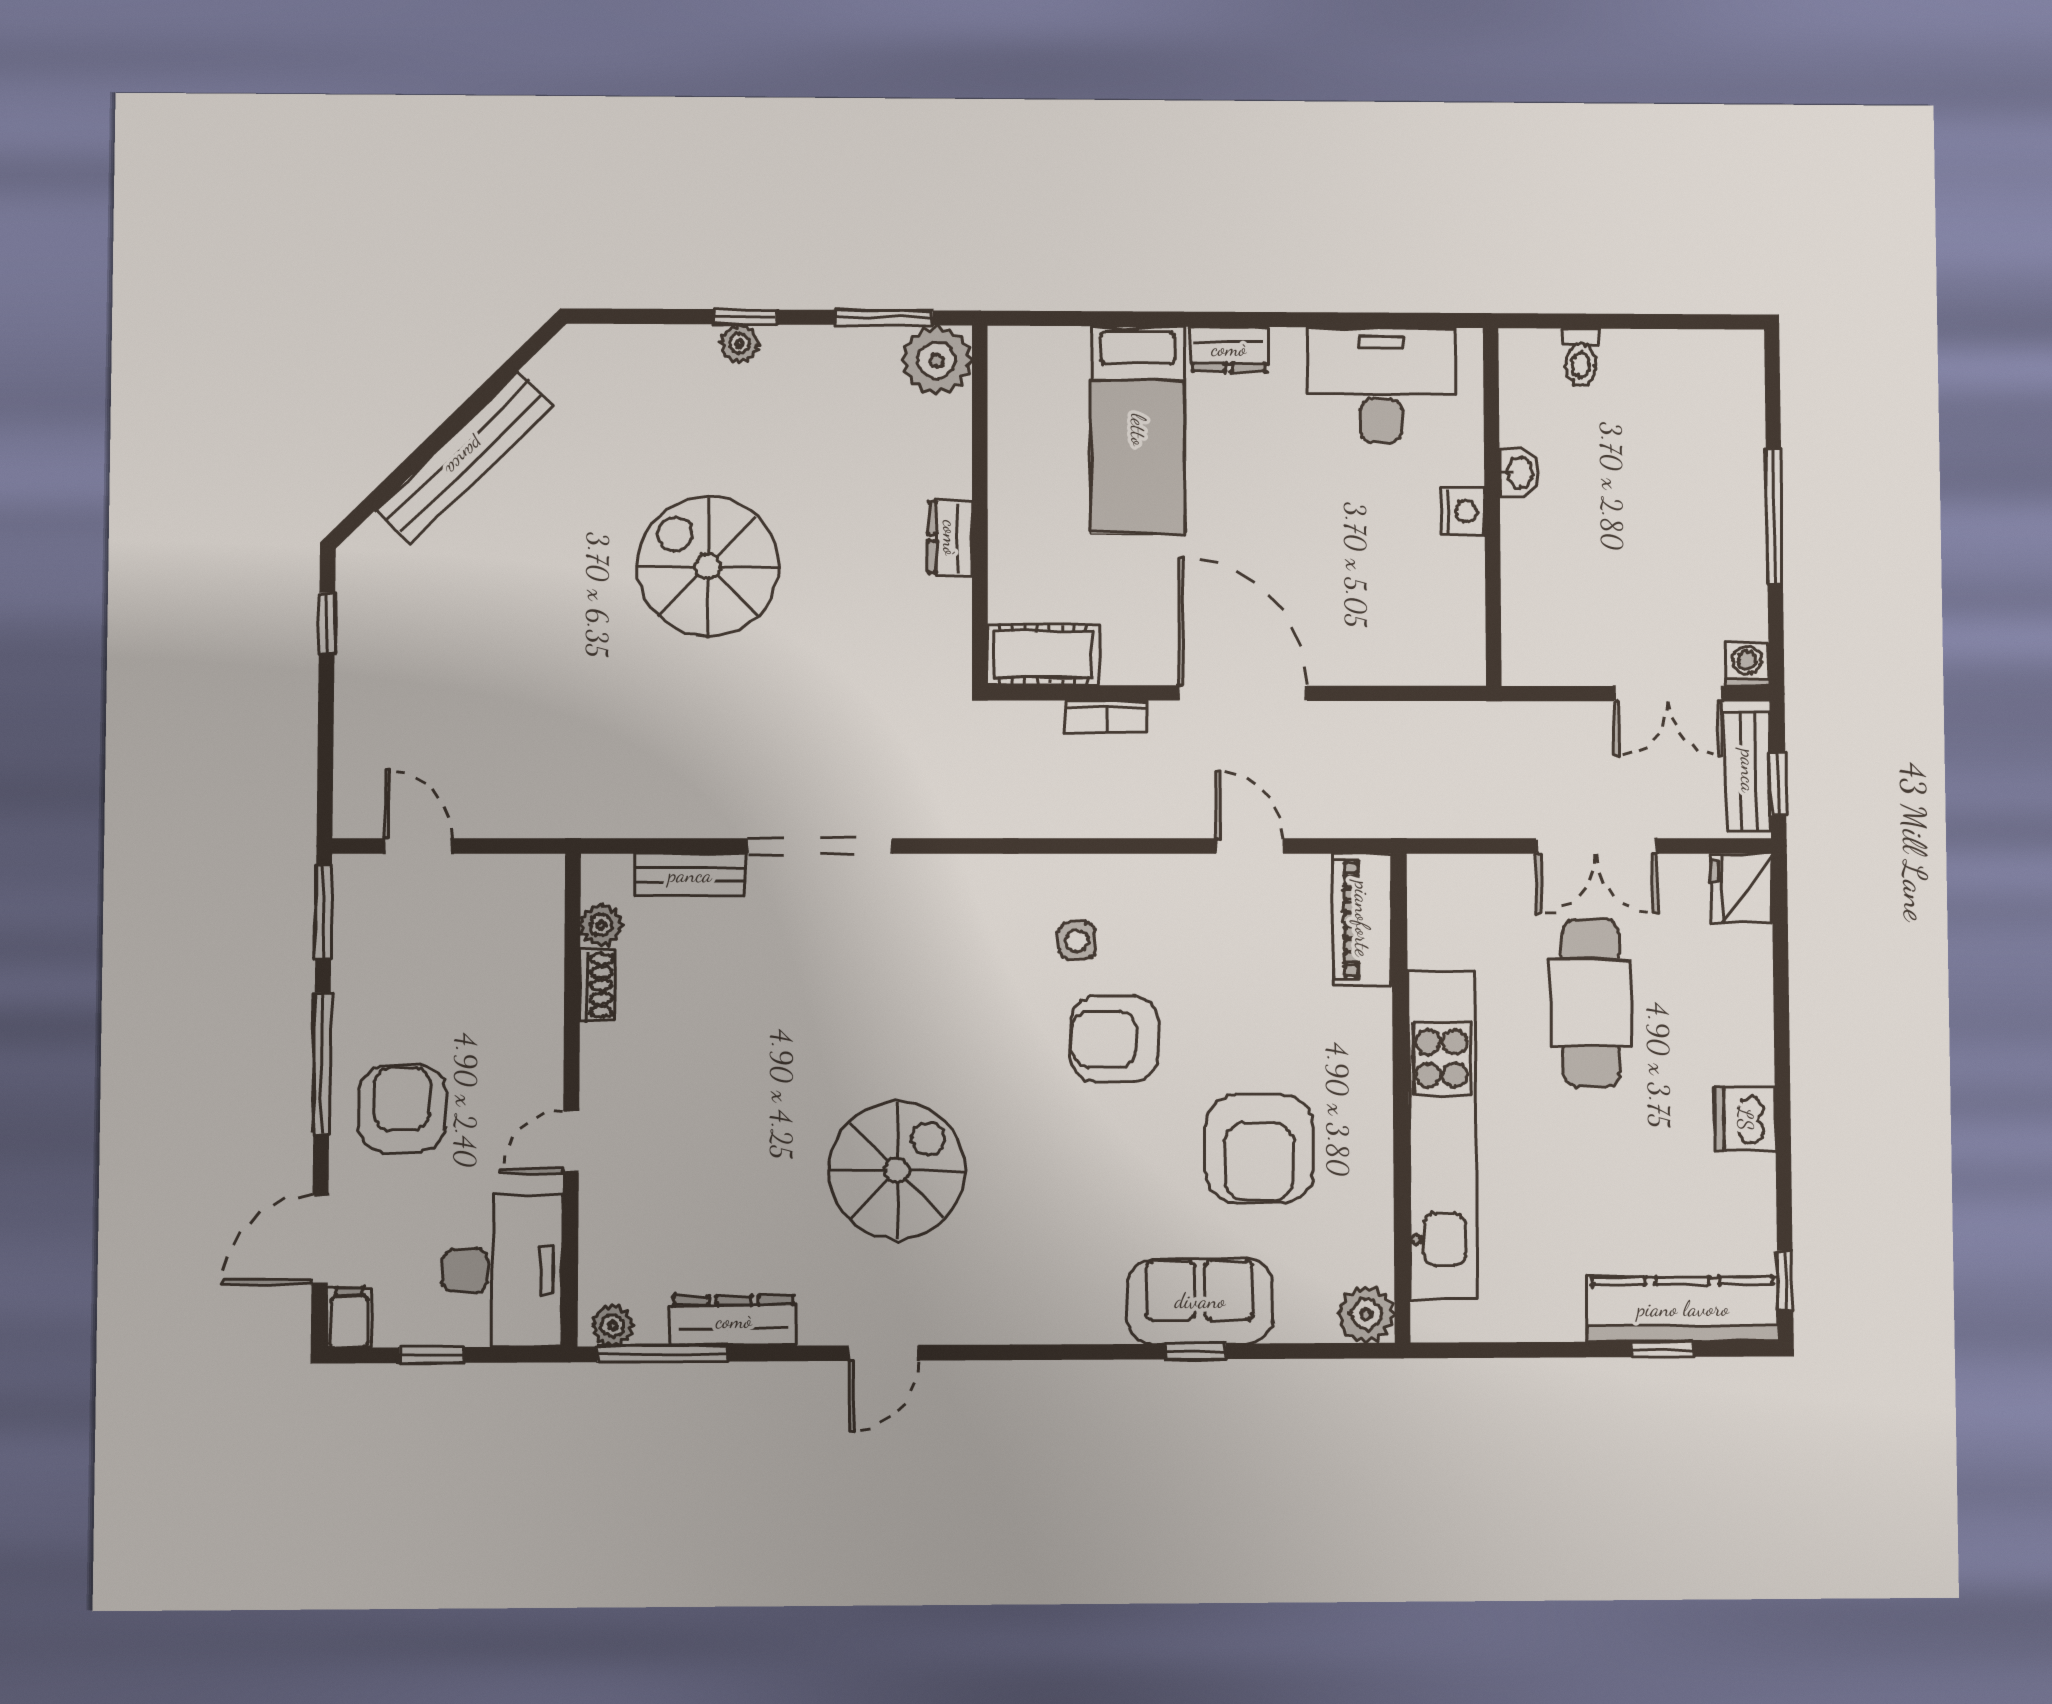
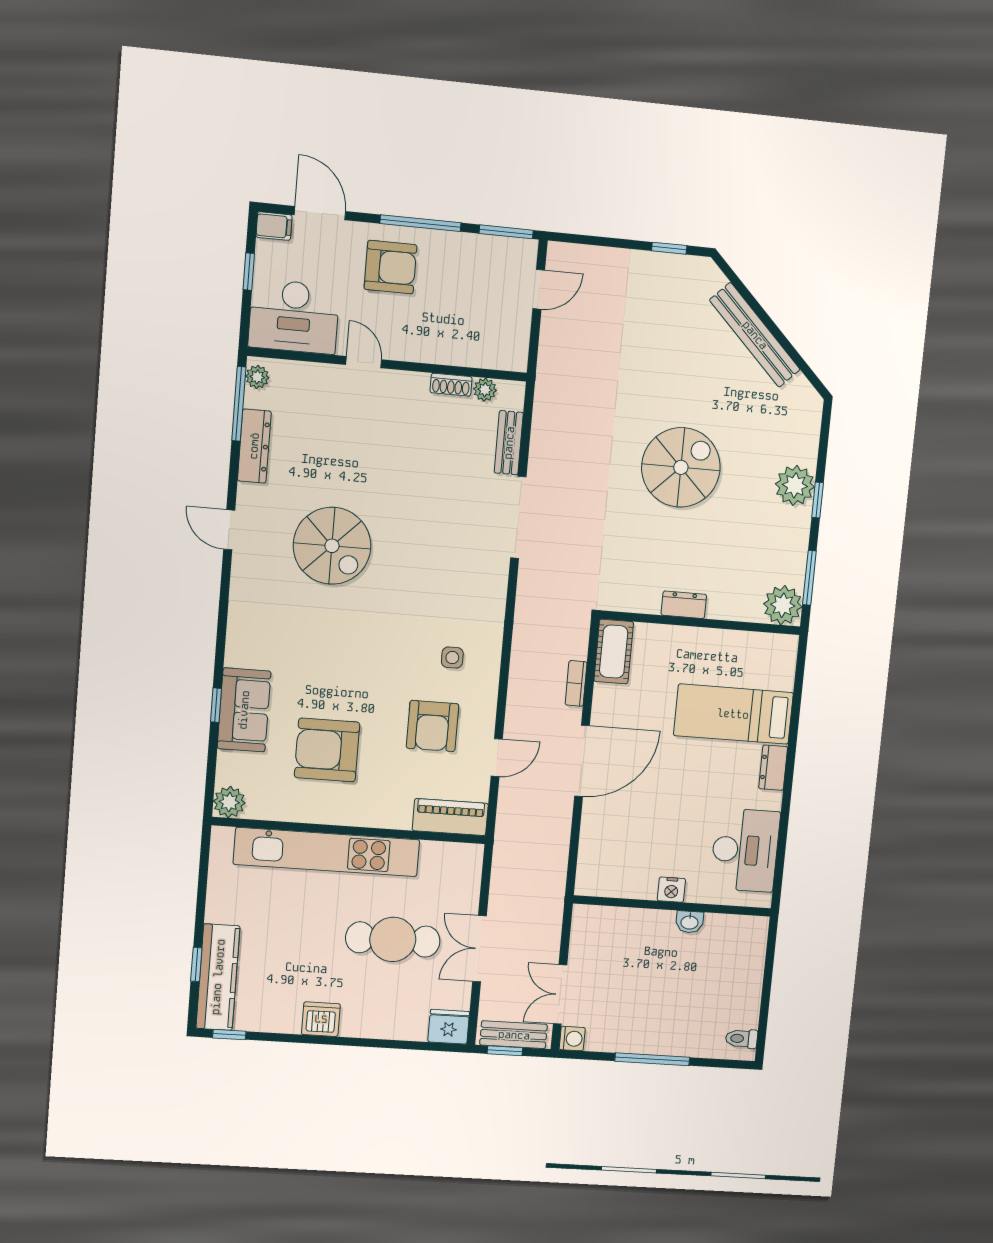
plant: (740, 343) -> (795, 485), width x1.88, depth x1.88
toilet: (1581, 357) -> (742, 1039), moved
armchair: (1114, 1039) -> (432, 726), moved, turned 180

